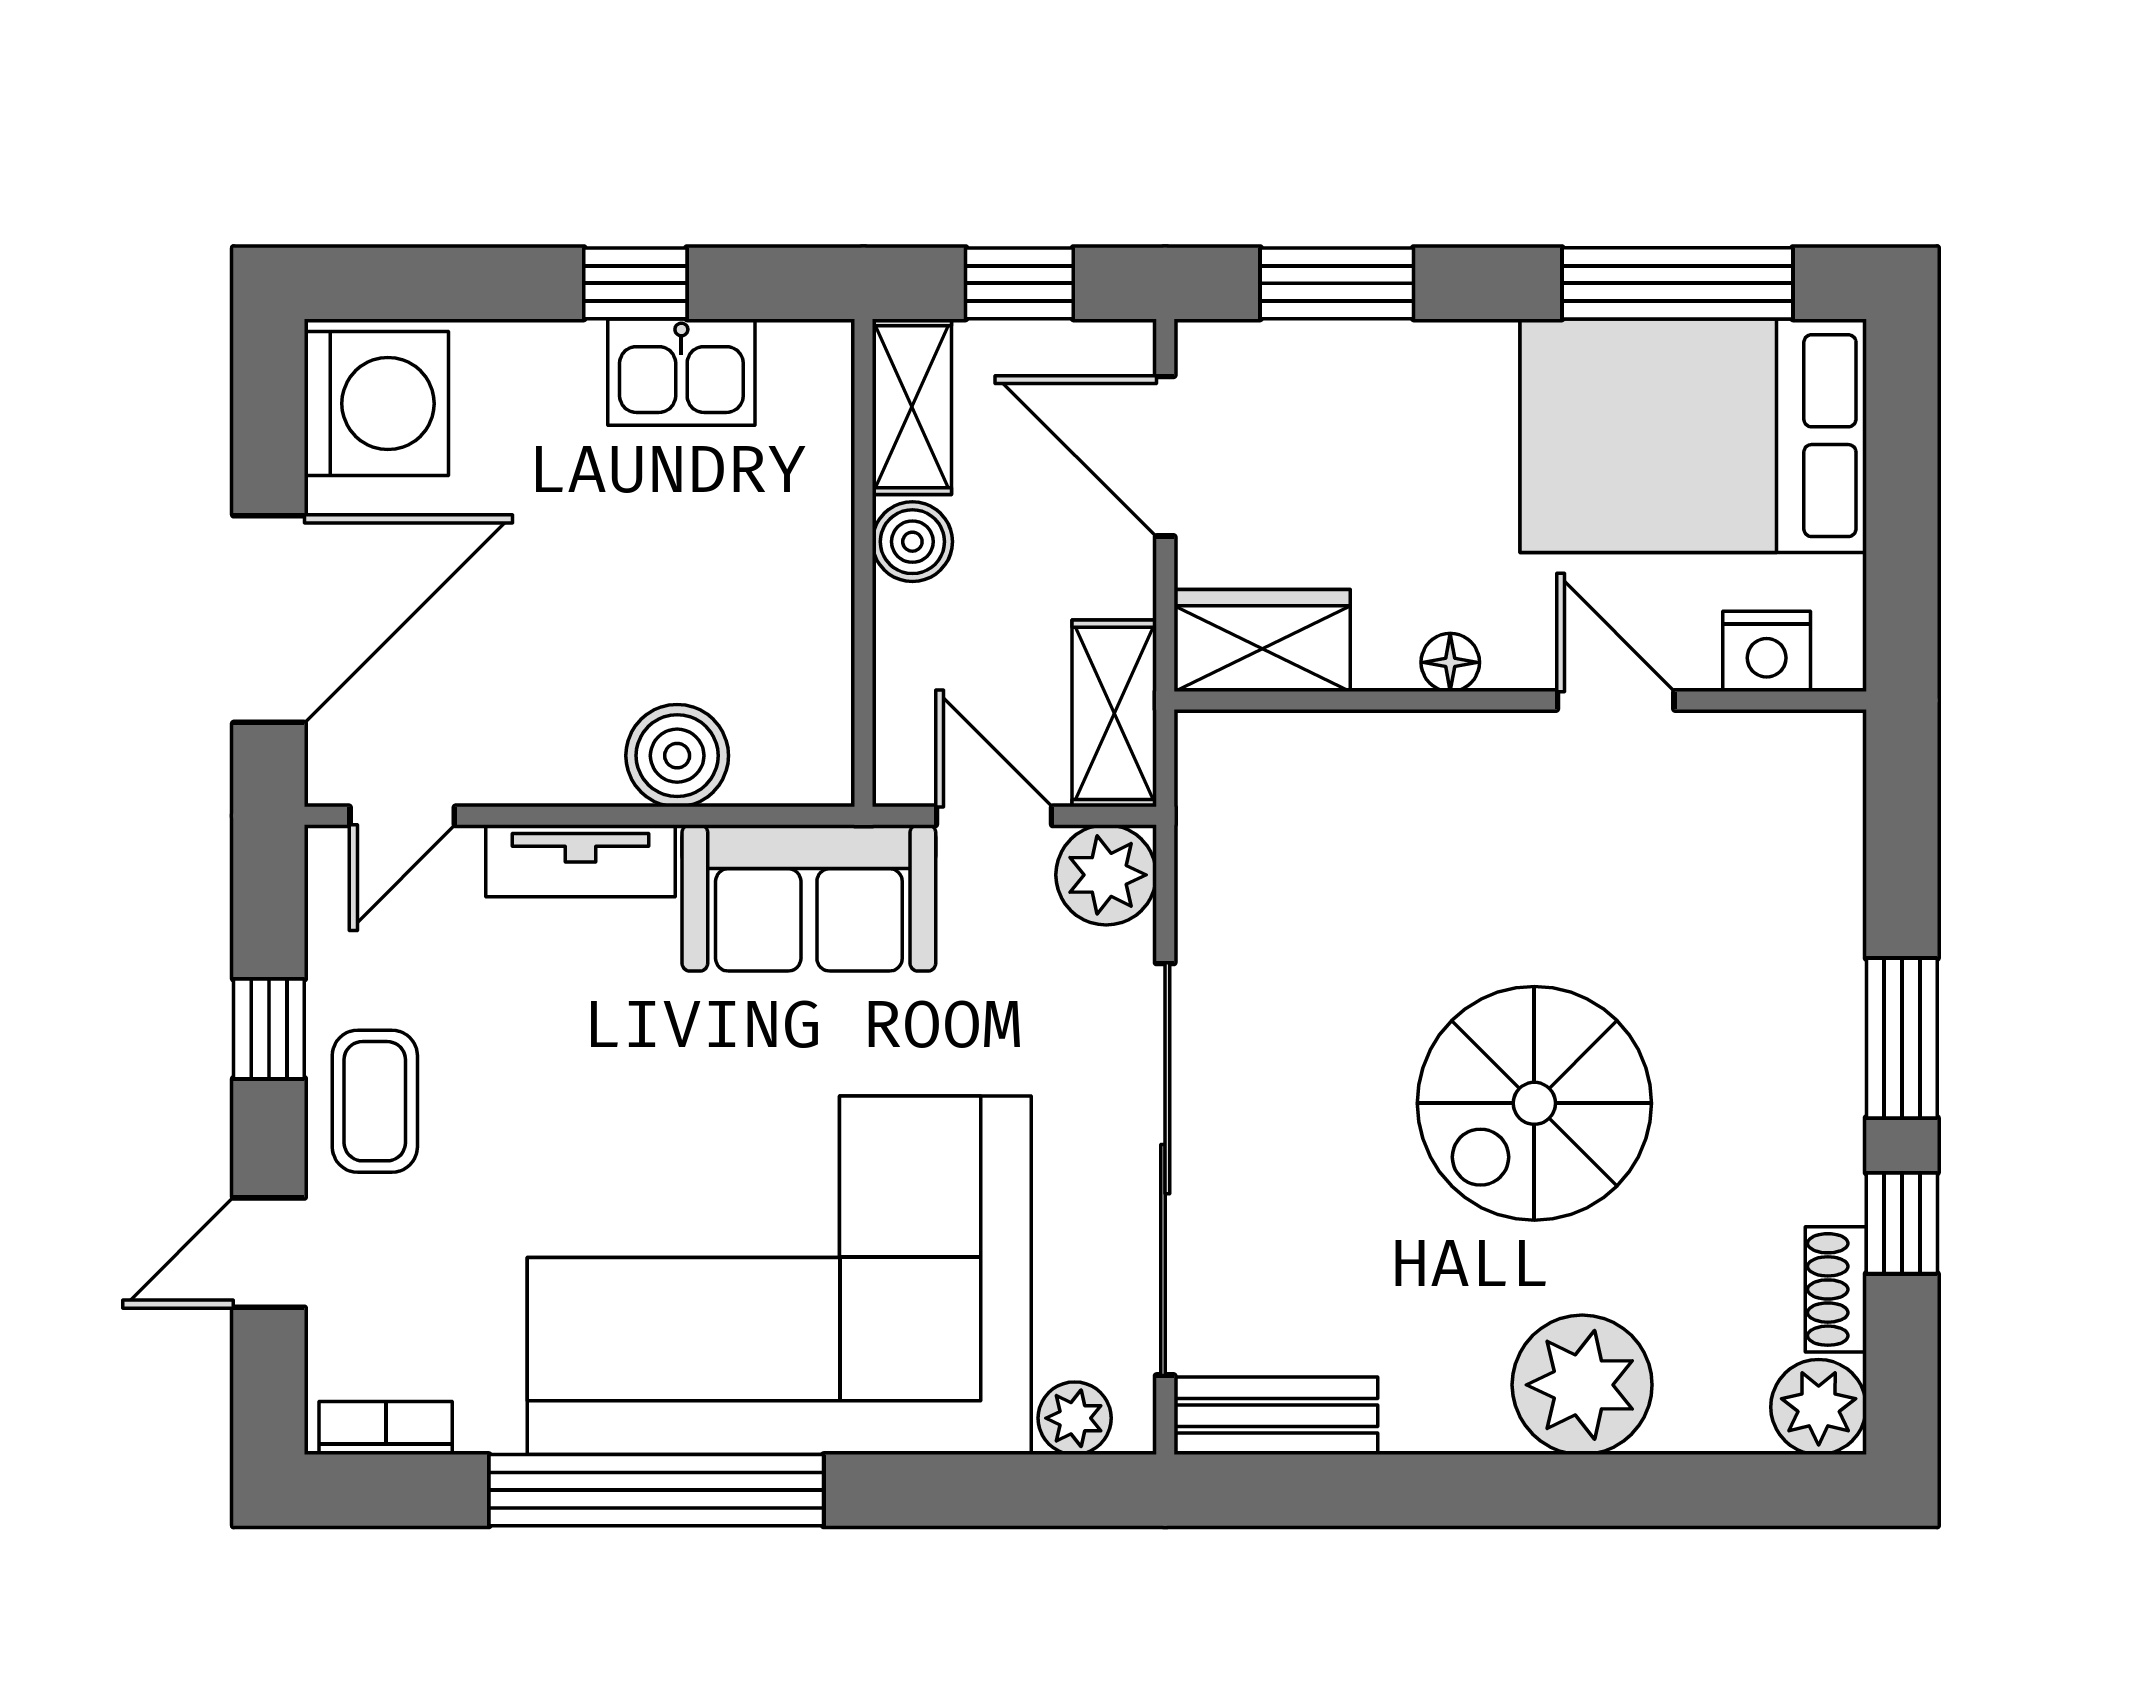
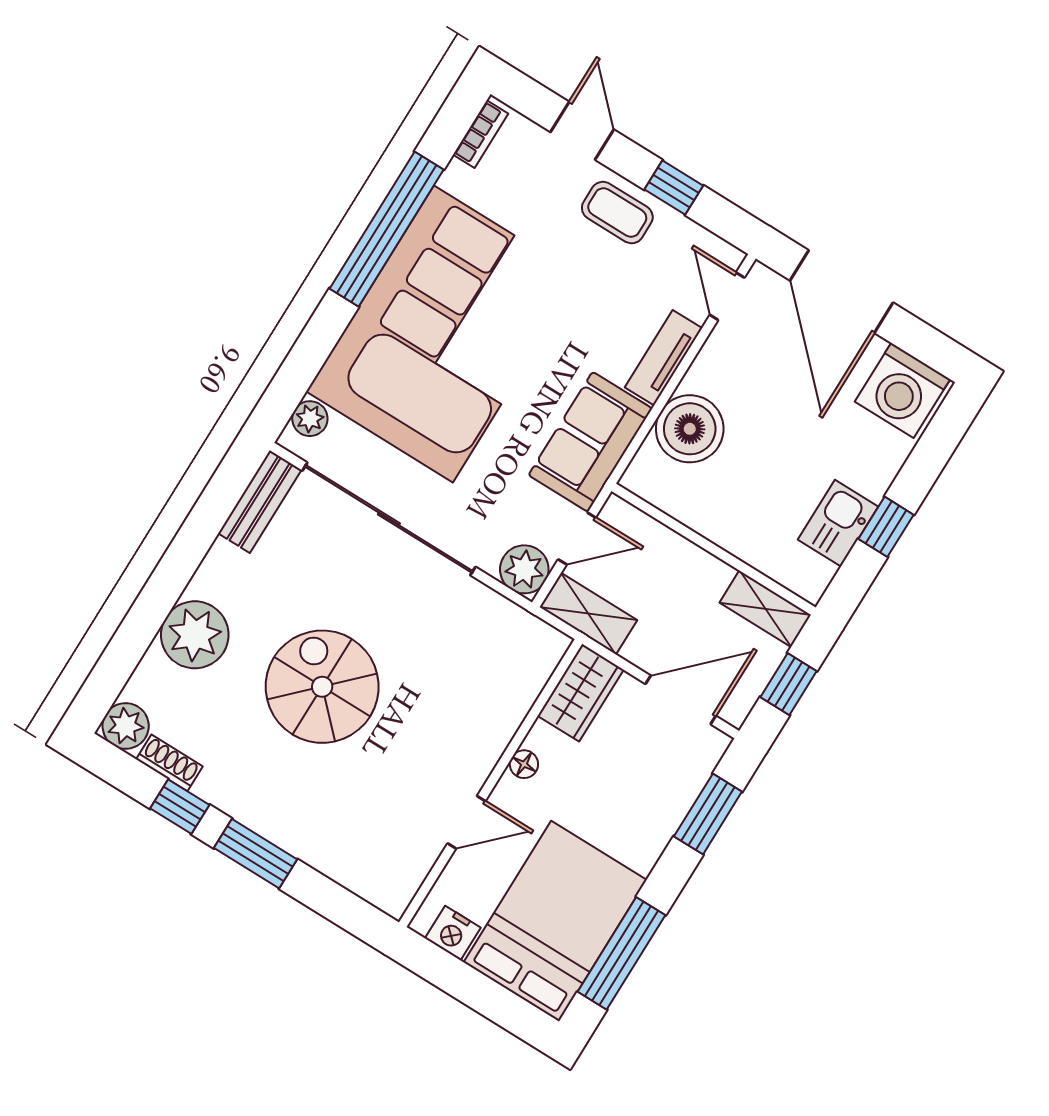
boiler: (912, 542) -> (710, 575), removed
nightstand: (1767, 651) -> (453, 933), moved, turned -90
boiler: (677, 756) -> (690, 429), width x1.37, depth x1.37

